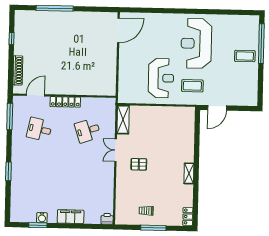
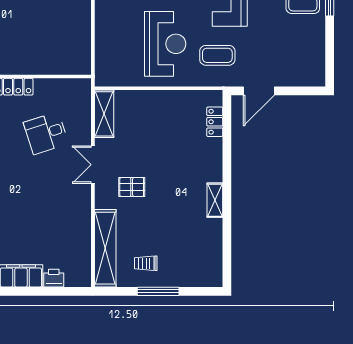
shelving: (122, 201) -> (105, 248), added
locker: (188, 217) -> (215, 122), moved
printer: (107, 219) -> (54, 278), moved

